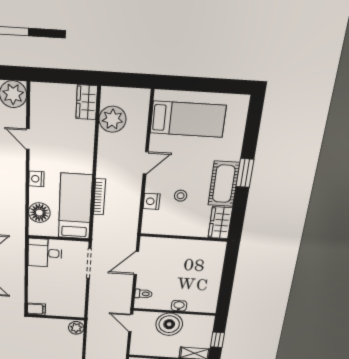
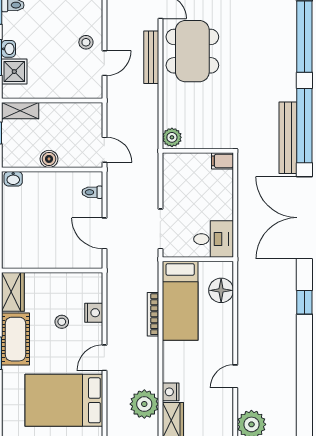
bed: (188, 119) -> (64, 400), width x1.50
door: (28, 139) -> (235, 376), swing flipped
nightstand: (36, 179) -> (171, 392), moved, turned 180
door: (136, 263) -> (104, 233), swing flipped
washbasin: (179, 306) -> (13, 179), moved
boiler: (169, 324) -> (49, 159), width x0.54, depth x0.54

